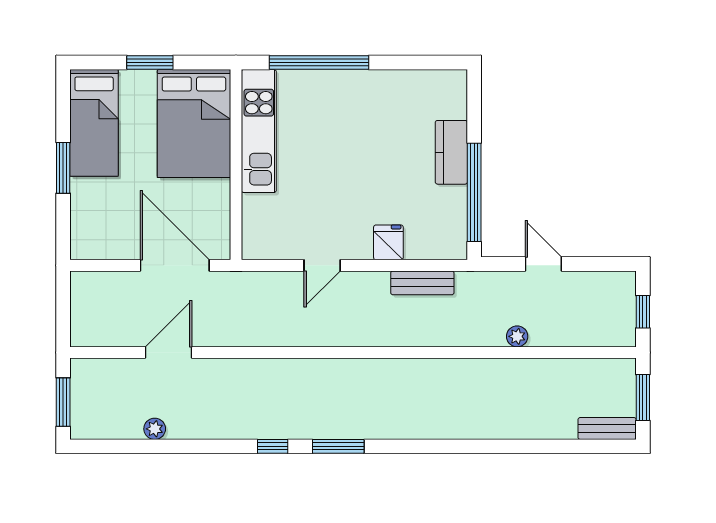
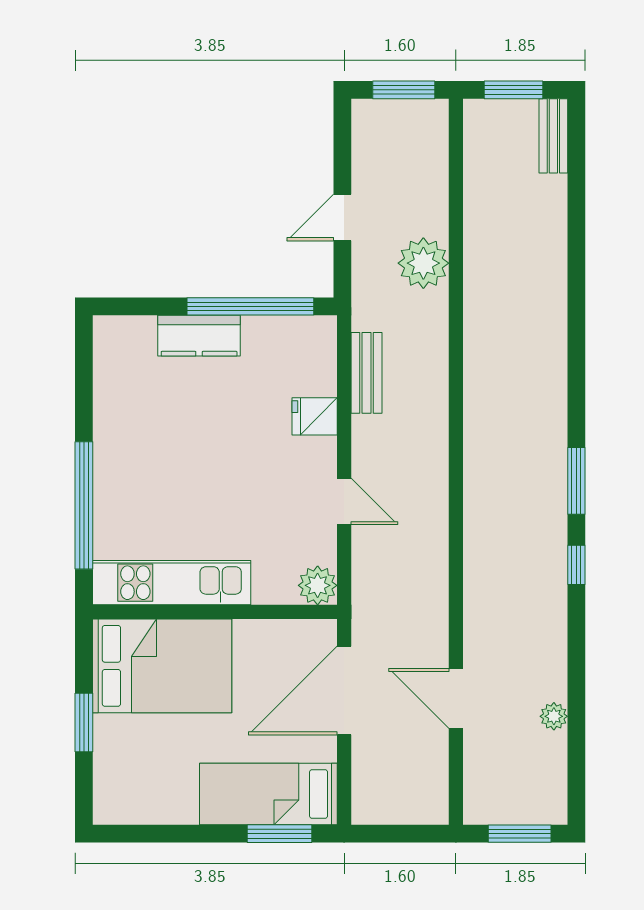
bed: (94, 123) -> (268, 794), moved, turned 180
window: (63, 168) -> (279, 834), moved
plant: (257, 245) -> (318, 585), added
window: (643, 312) -> (404, 90), width x1.50
plant: (517, 336) -> (423, 263), width x1.88, depth x1.88

